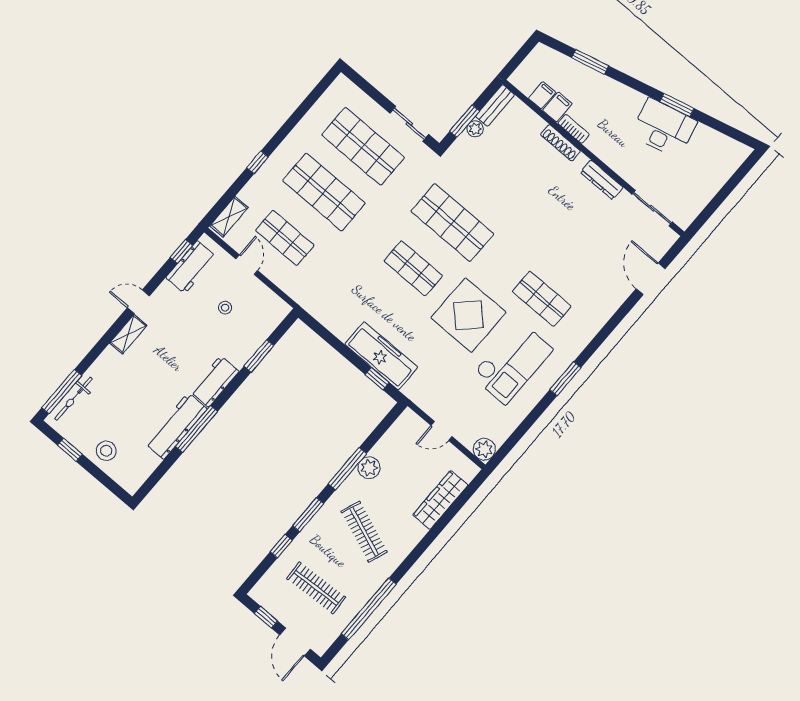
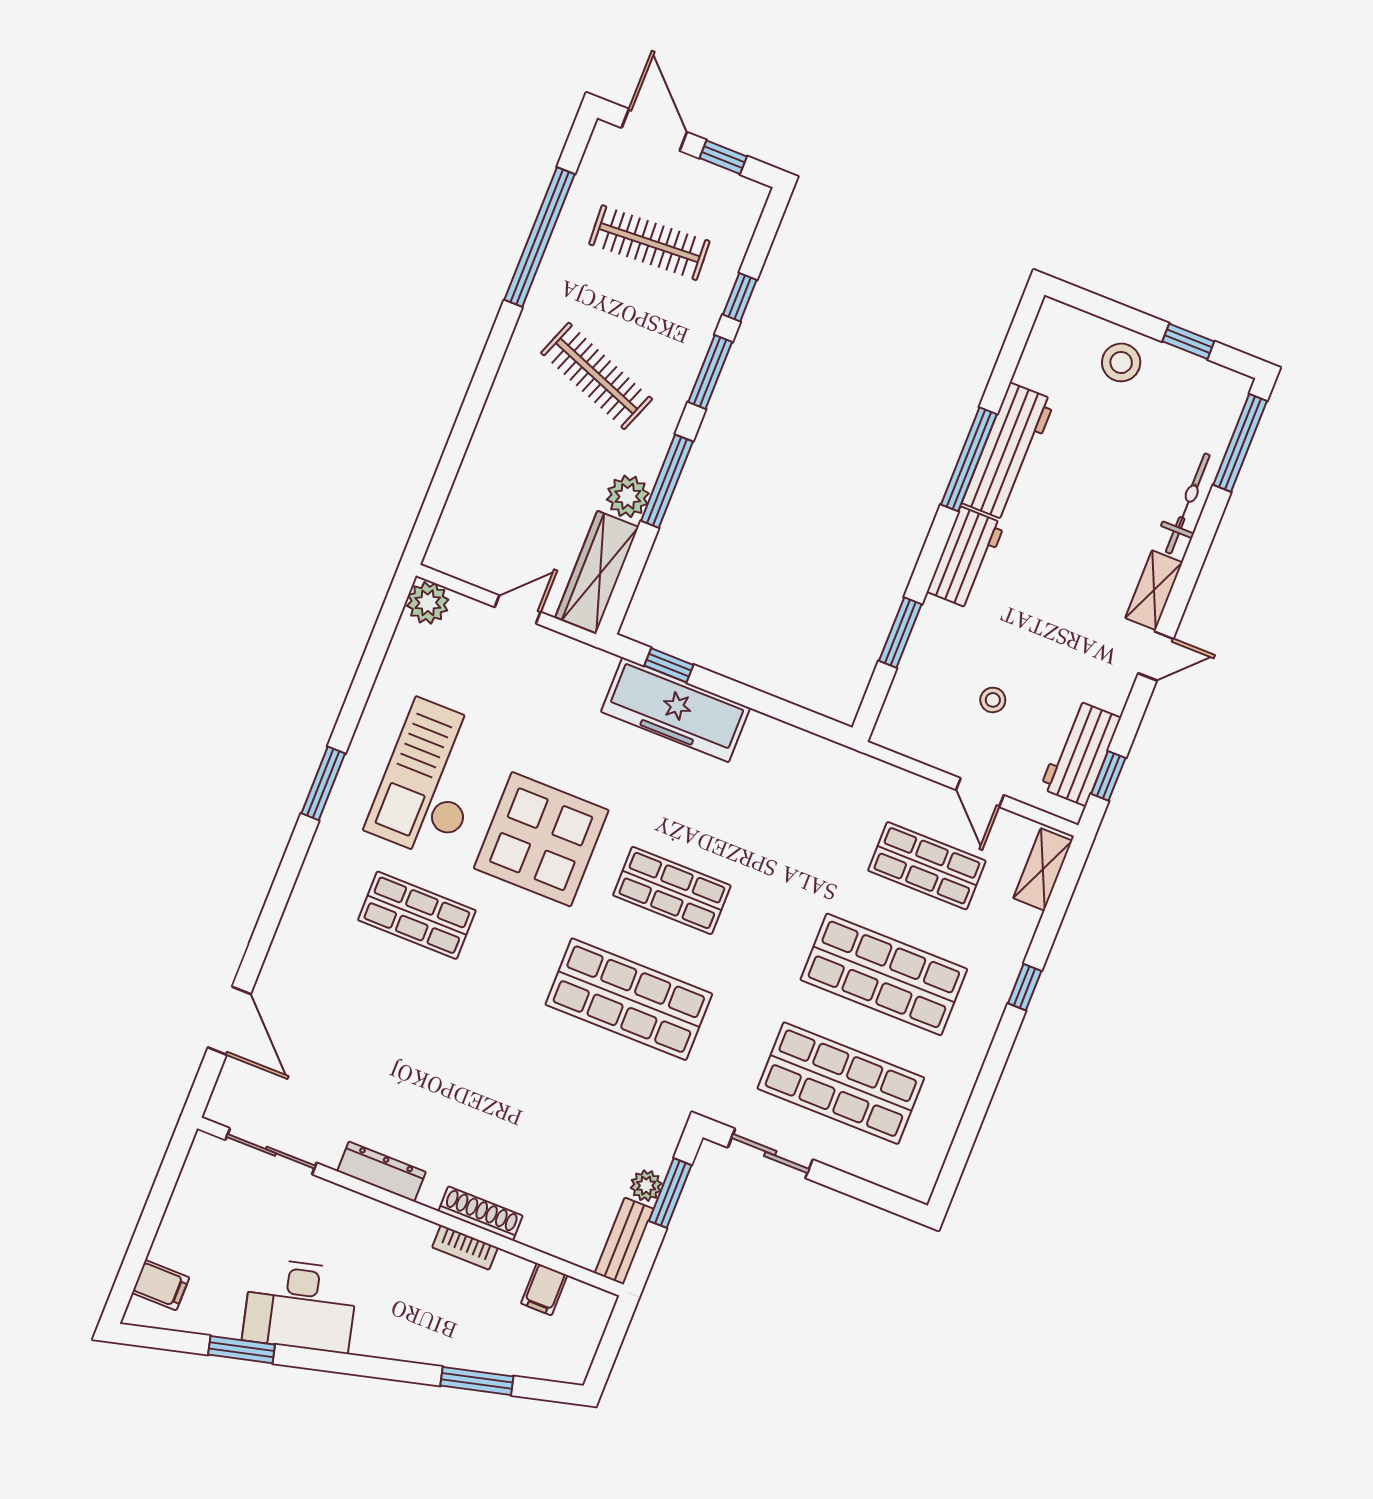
window: (677, 105) -> (242, 1350), moved
filing cabinet: (557, 107) -> (161, 1285), moved, turned -90
bicycle: (73, 399) -> (1188, 504), moved
wardrobe: (440, 500) -> (597, 572), moved, turned 180

